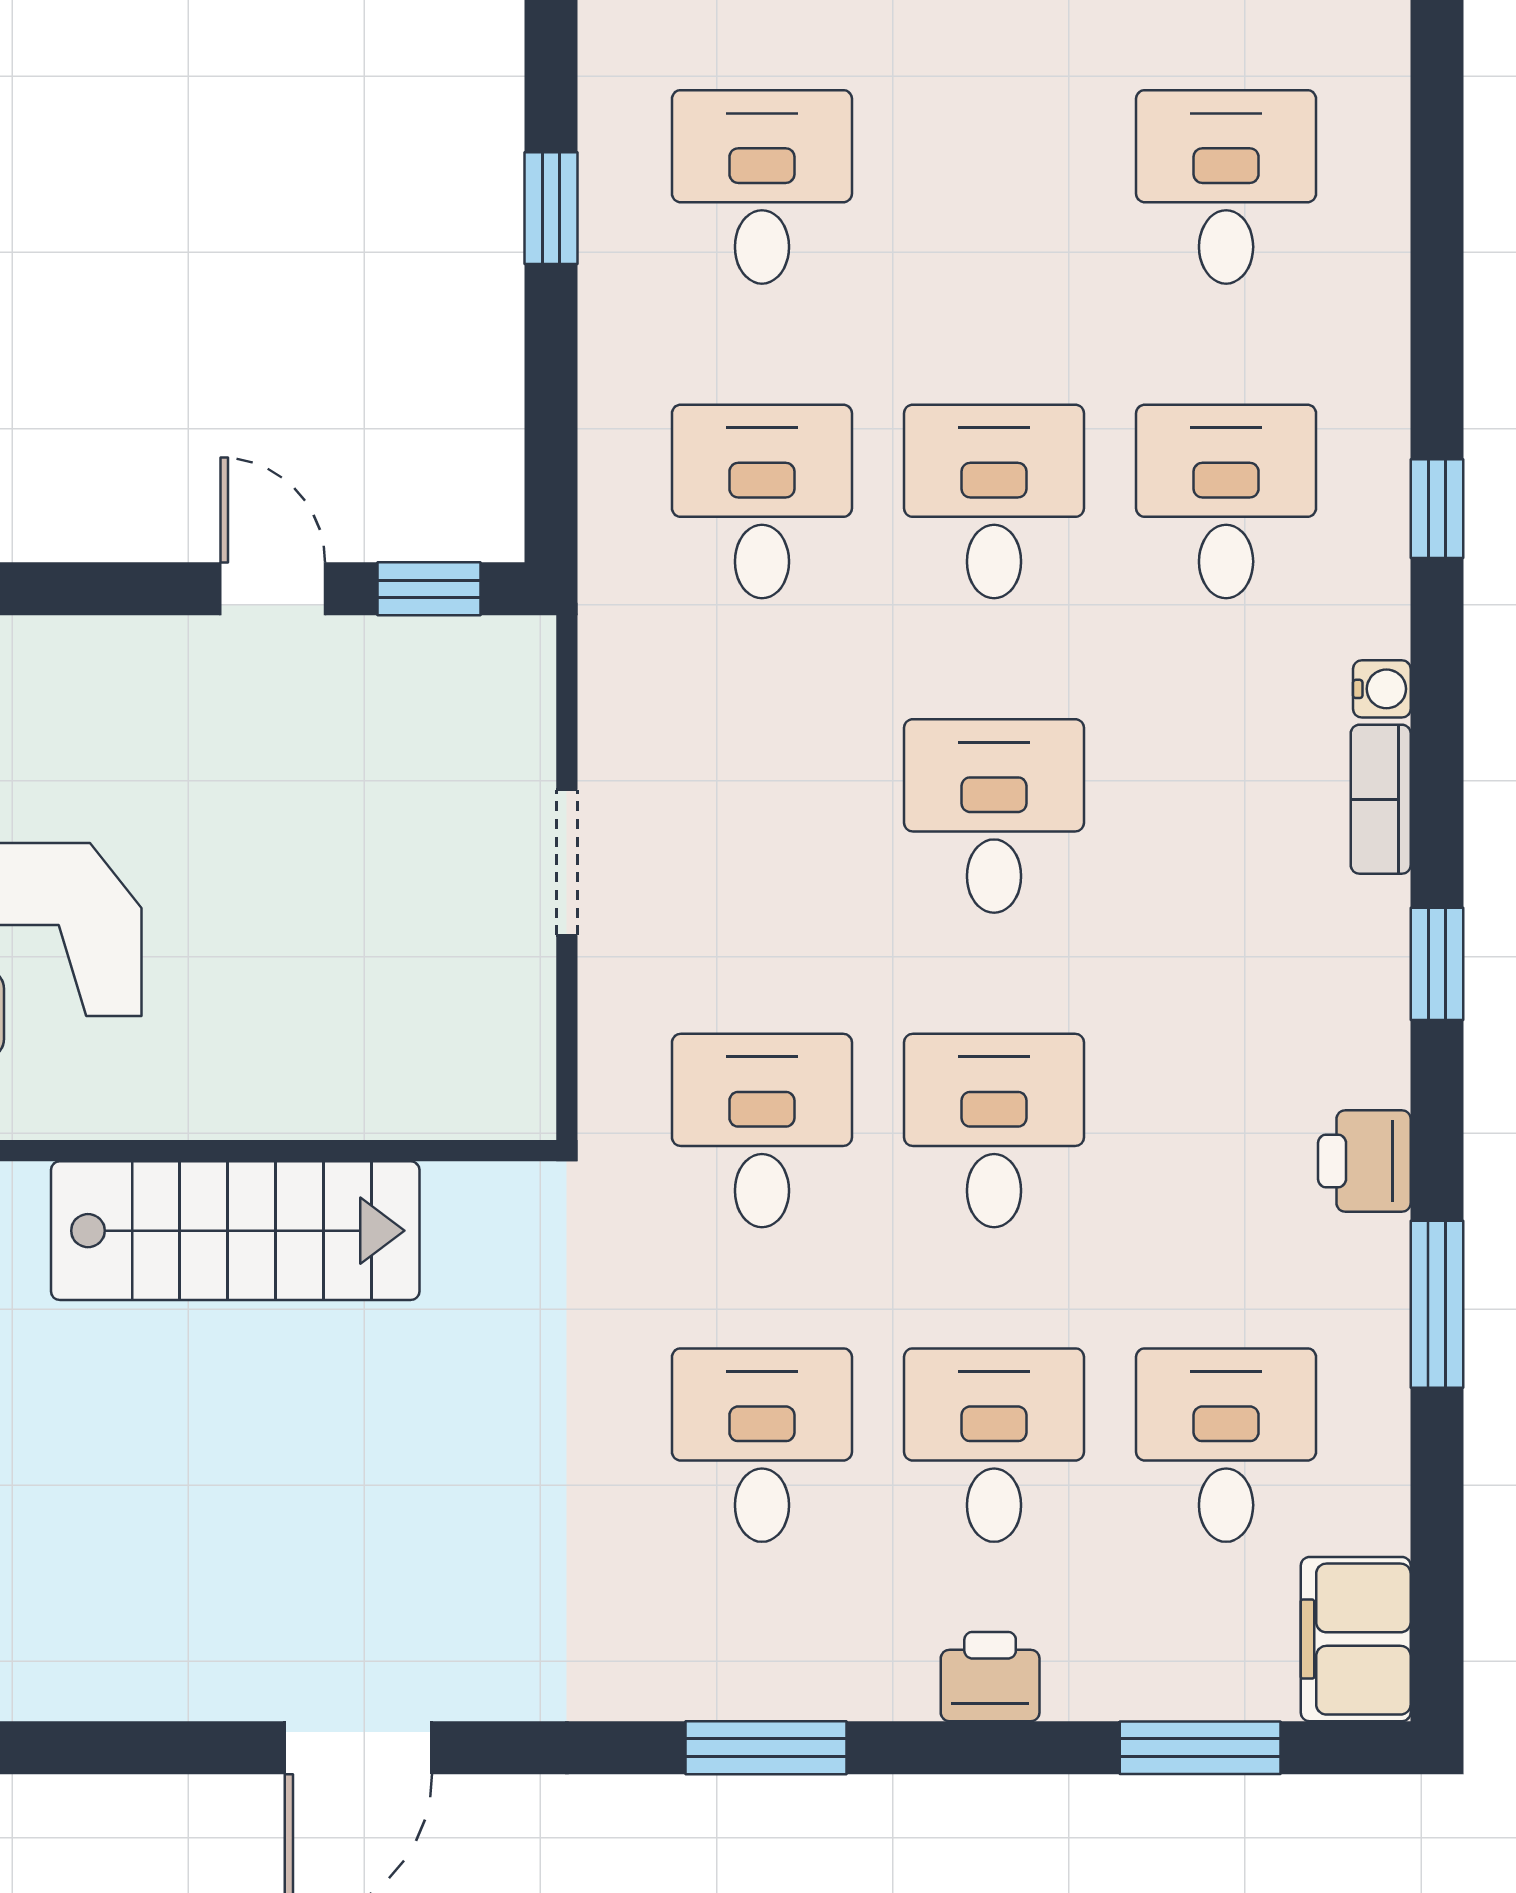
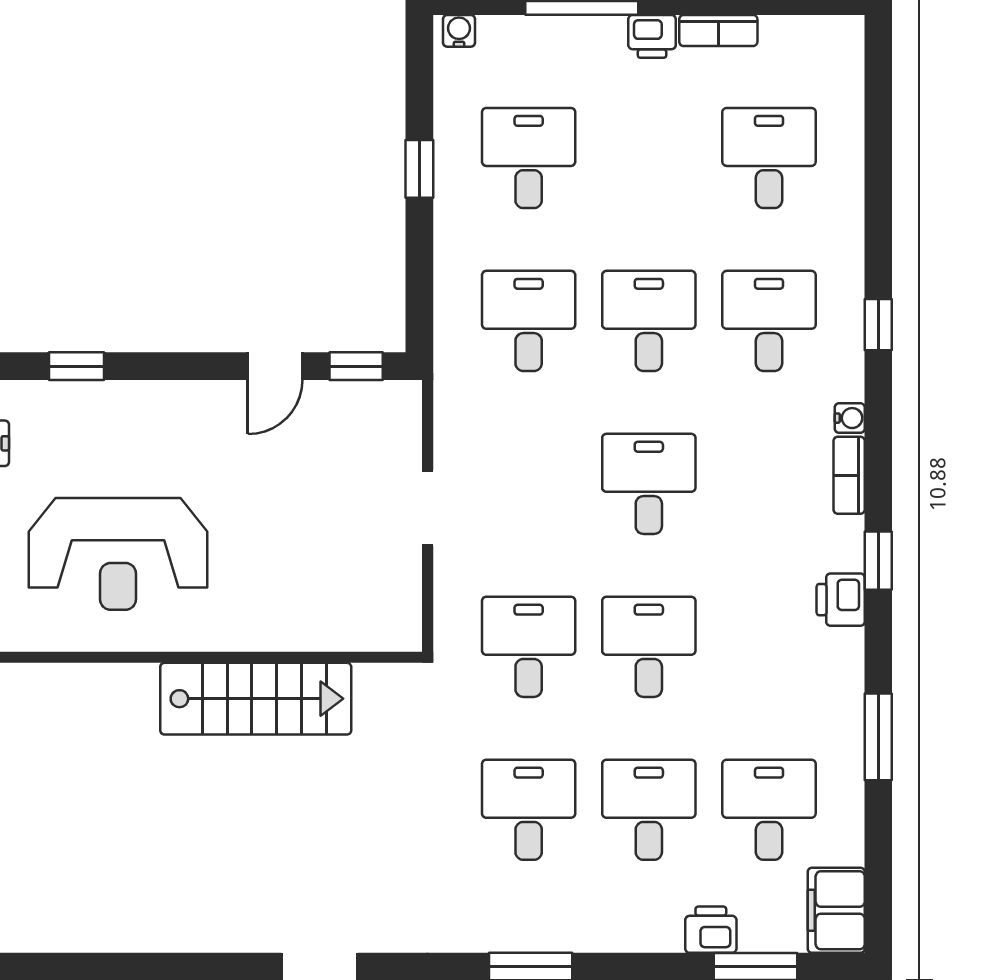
door: (273, 589) -> (275, 366), swing flipped
printer: (1364, 1161) -> (841, 600), moved
printer: (990, 1677) -> (711, 930), moved

